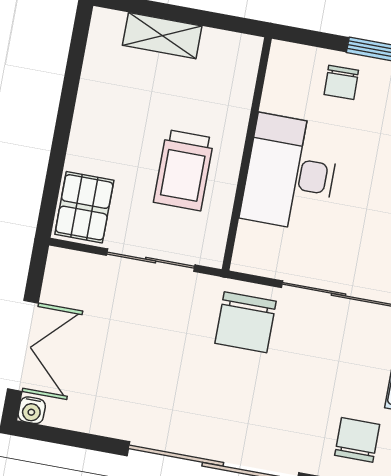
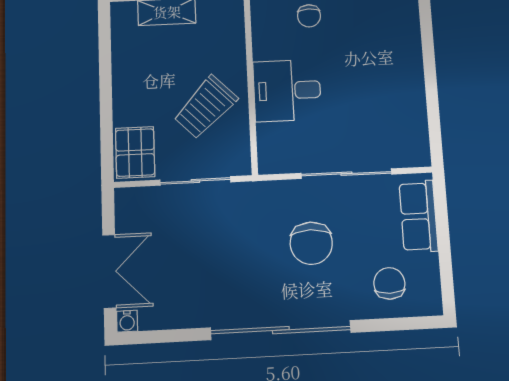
trolley: (184, 170) -> (205, 107), turned 45
desk: (290, 173) -> (287, 90), width x0.73
chair: (246, 322) -> (311, 243), moved

